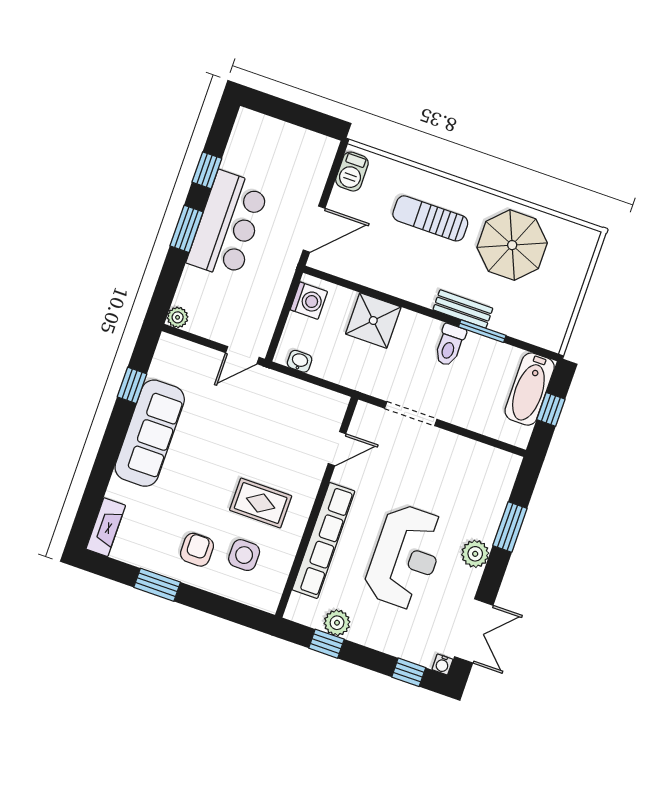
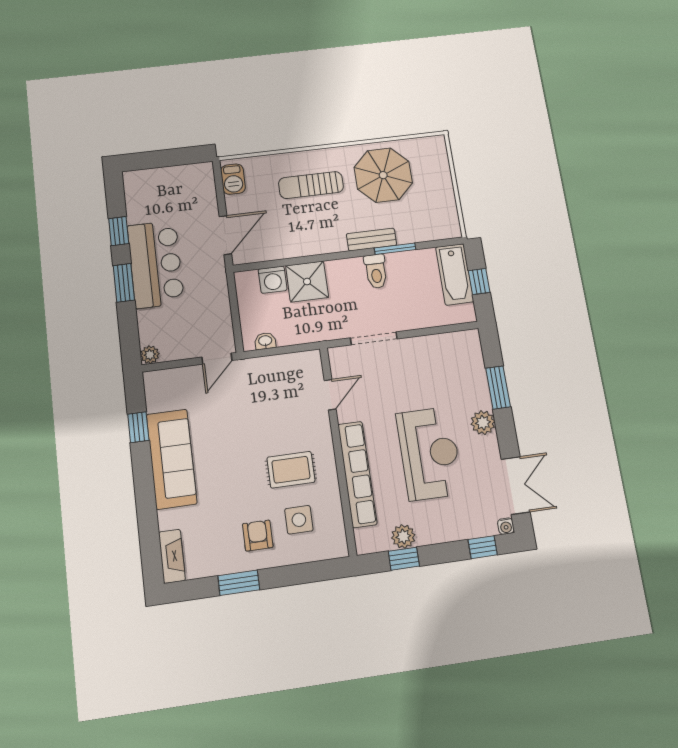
washing machine: (309, 301) -> (273, 280), moved, turned 90

